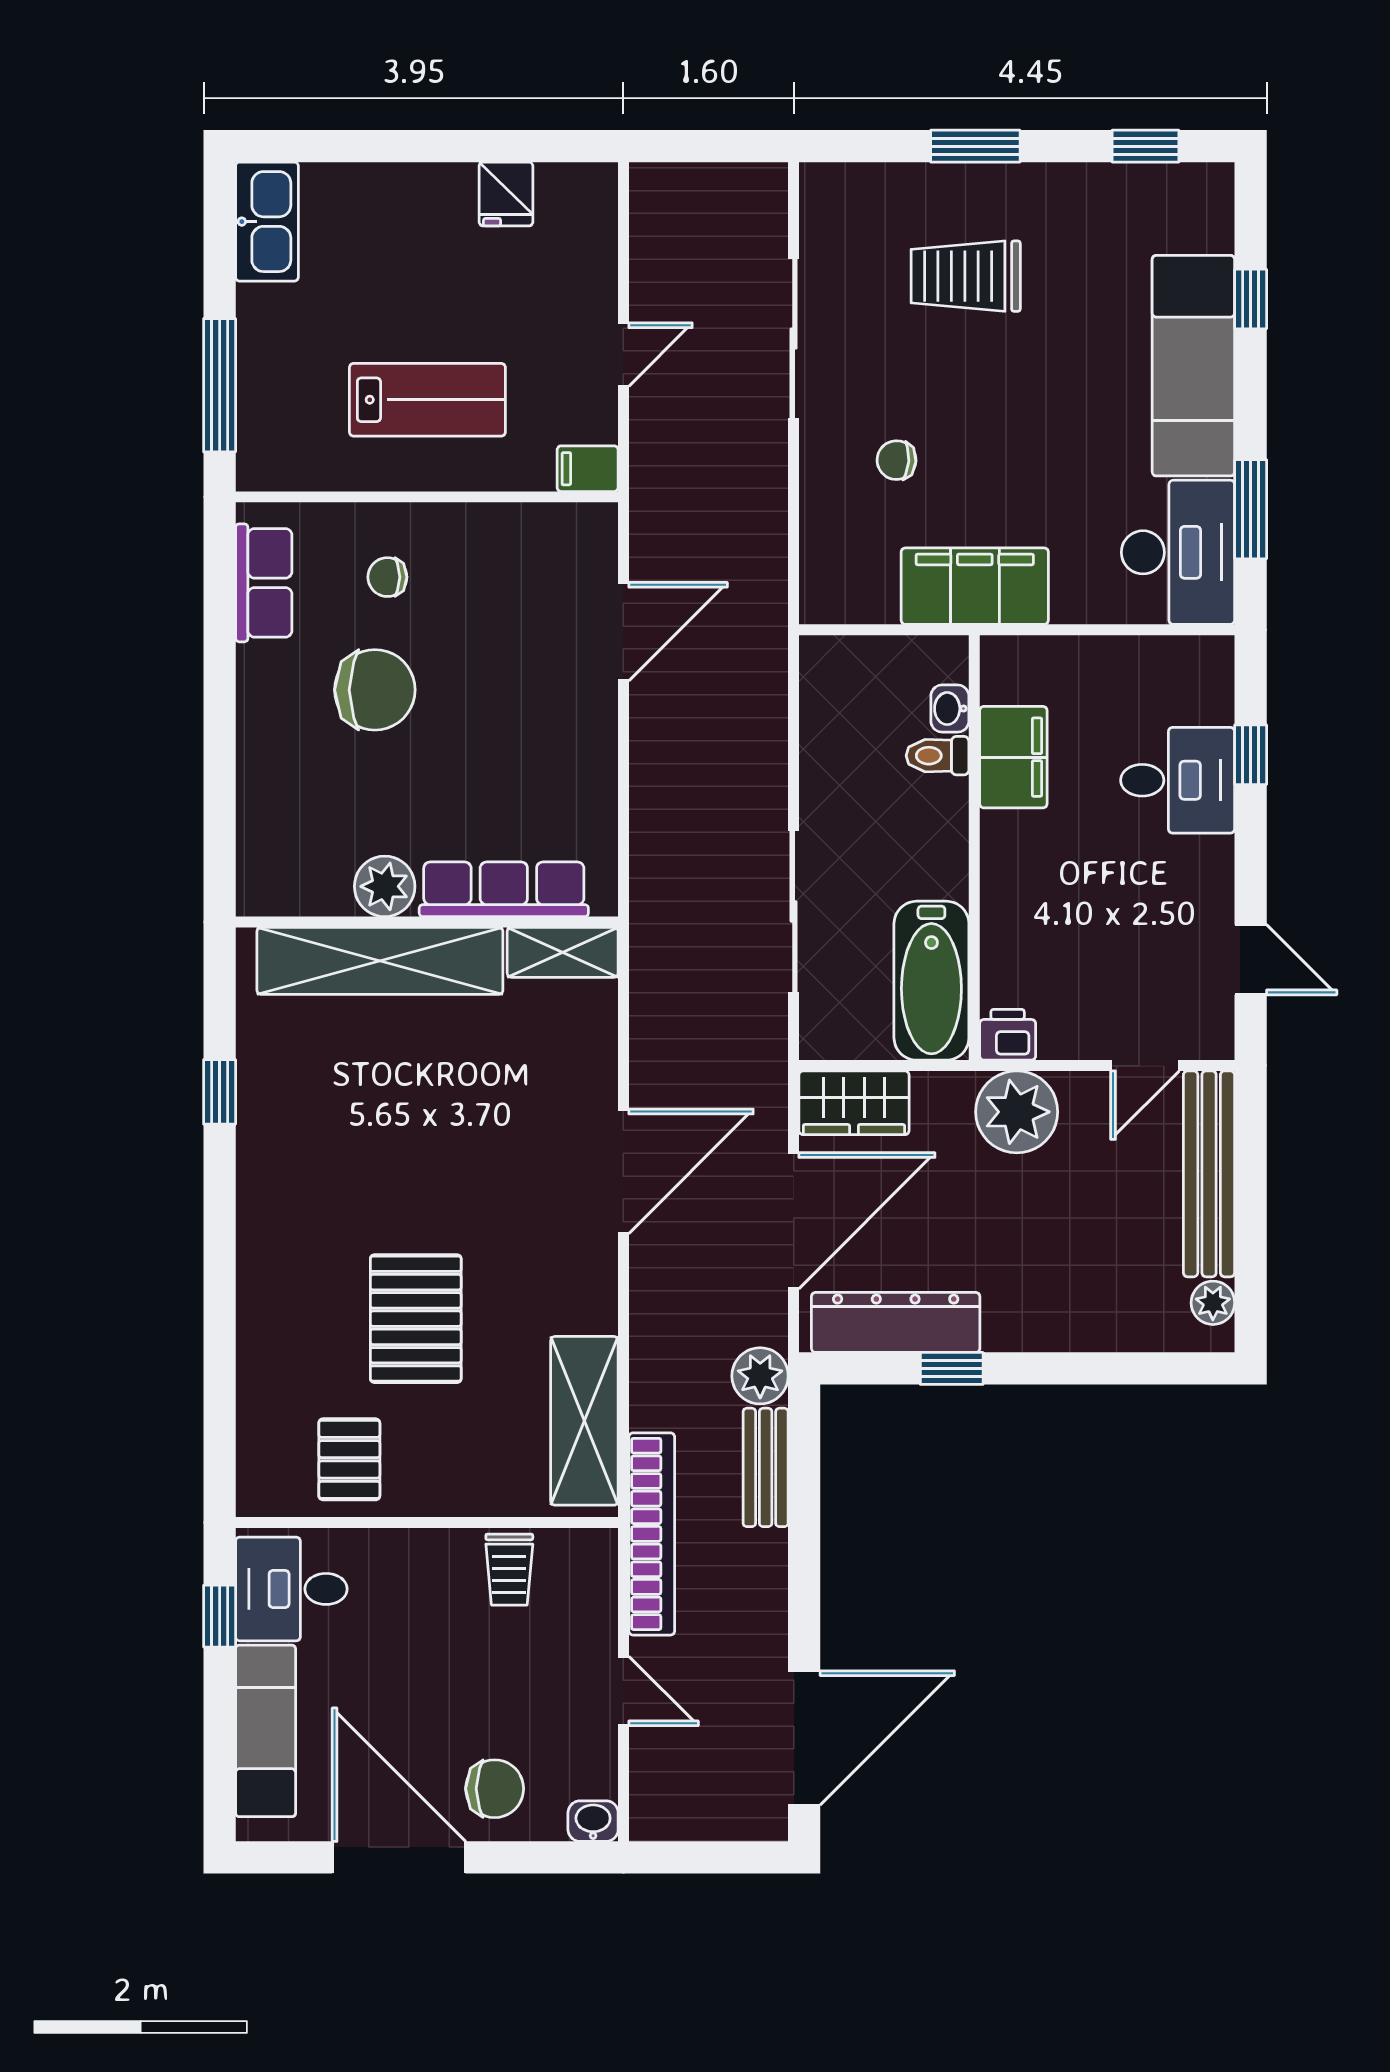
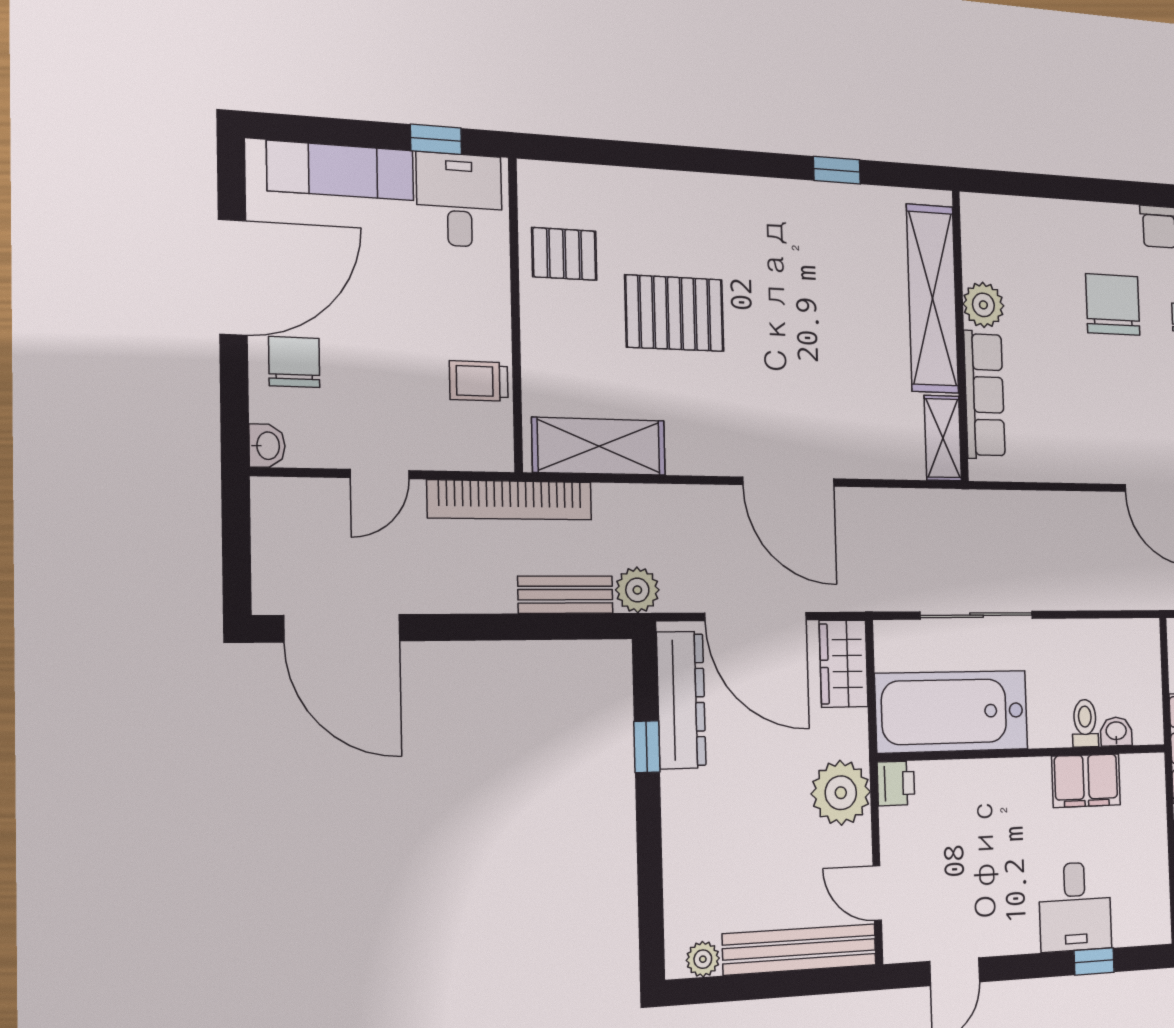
chair: (375, 690) -> (1113, 305), turned 180
bathtub: (931, 981) -> (952, 712), width x1.36, depth x1.36
chair: (495, 1789) -> (294, 362), turned 180

